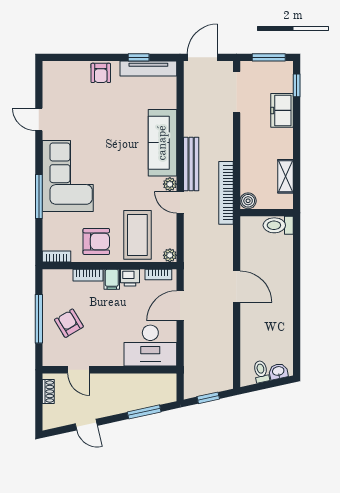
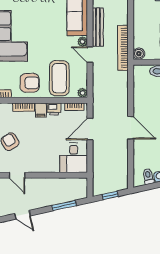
door: (237, 287) -> (131, 128), moved
desk: (150, 346) -> (74, 158), width x0.73

